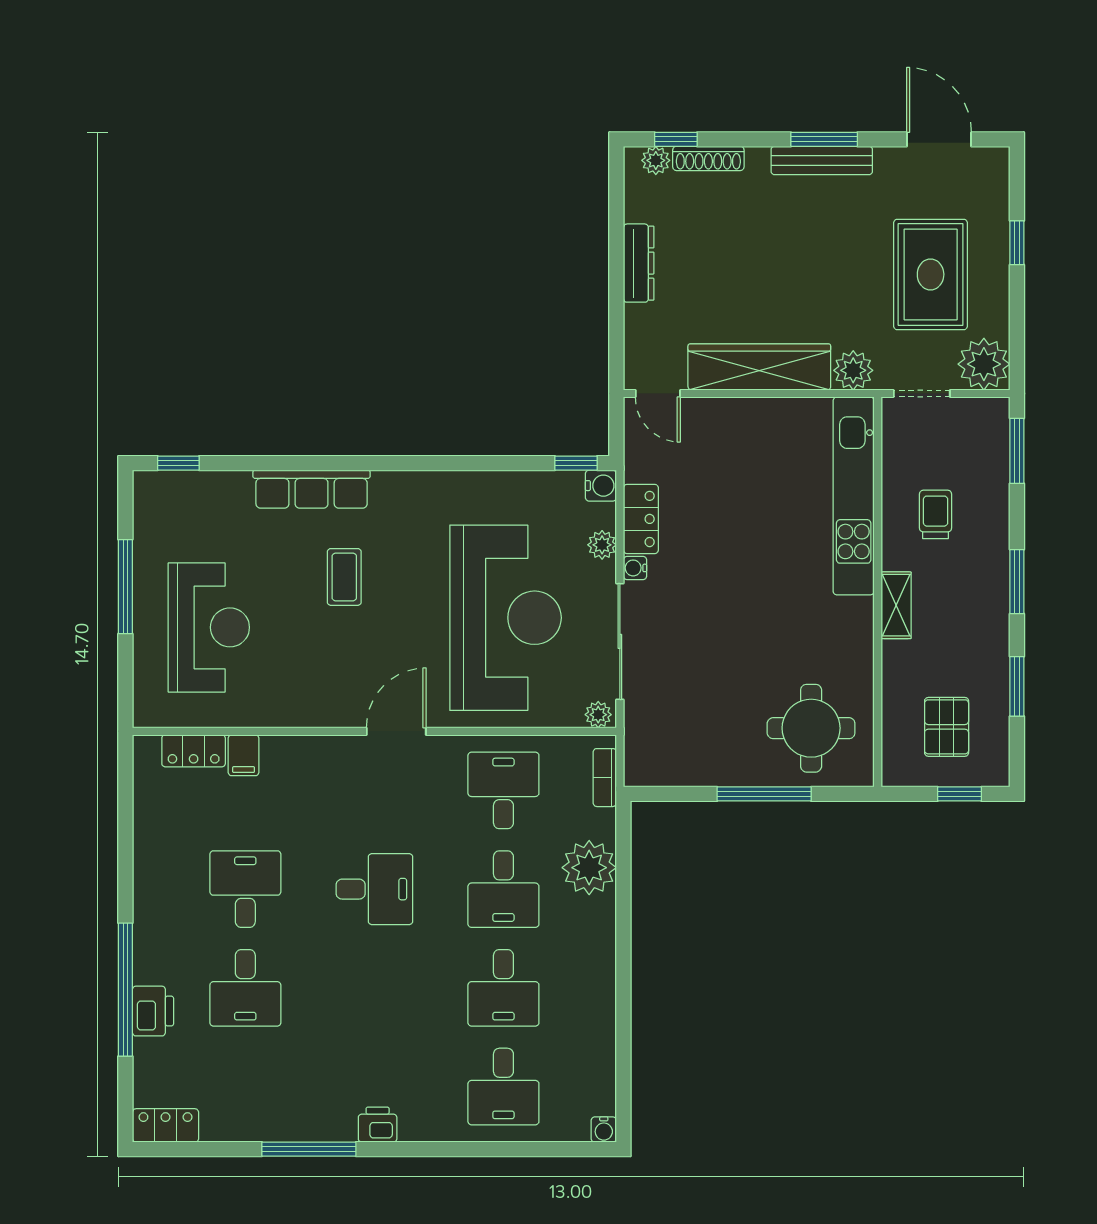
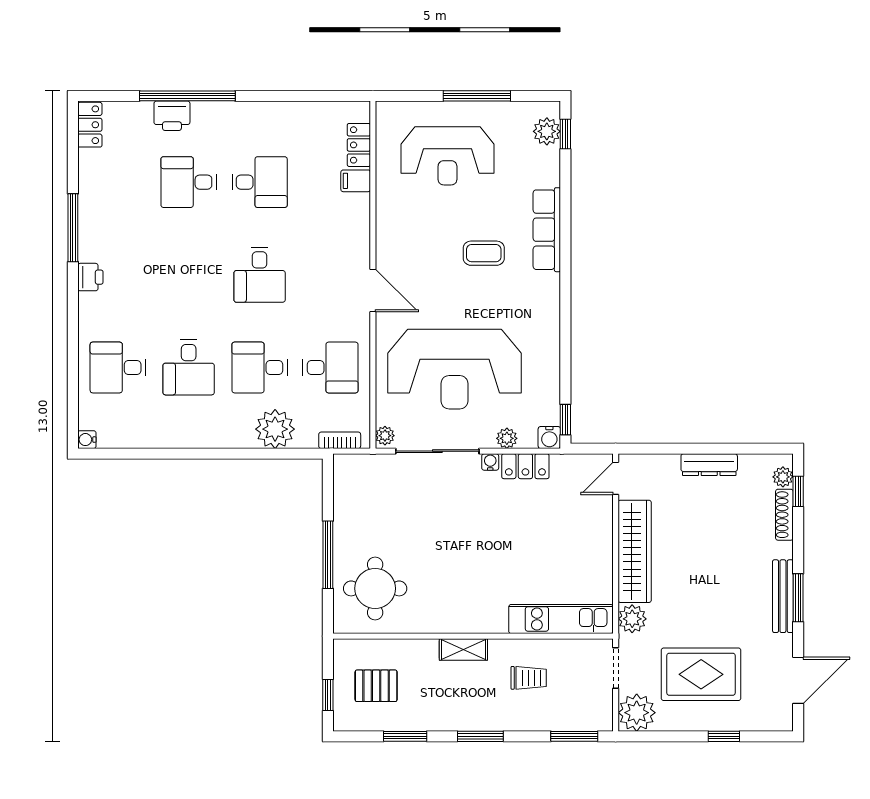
plant: (175, 489) -> (547, 131), added
kitchen unit: (854, 496) -> (561, 619), width x0.73
desk: (503, 988) -> (189, 367), turned -90

